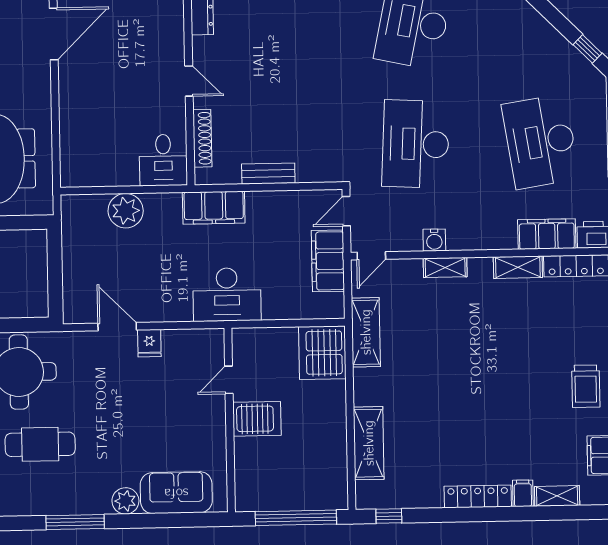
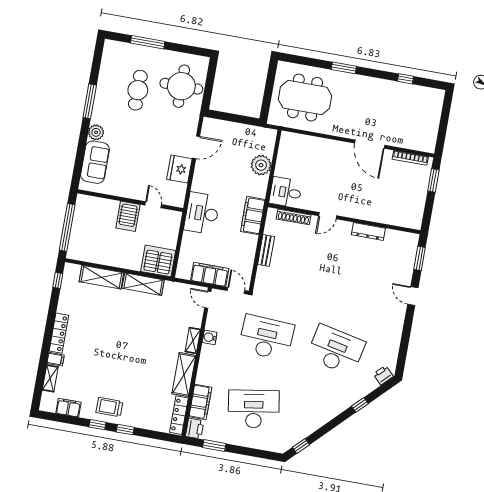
shelving: (518, 267) -> (184, 375), width x1.50, depth x1.33
shelving: (366, 332) -> (143, 284), moved
fridge: (149, 343) -> (179, 169), width x1.88, depth x1.34

